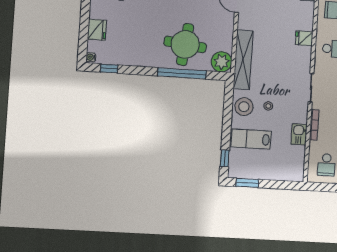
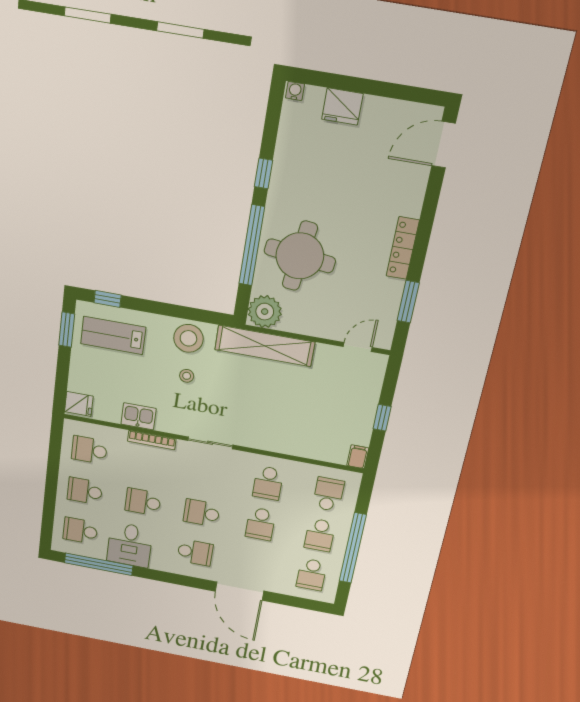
fridge: (304, 38) -> (79, 404), moved, turned 90
window: (109, 69) -> (264, 173), moved
lab bench: (251, 139) -> (113, 336), moved, turned -90

